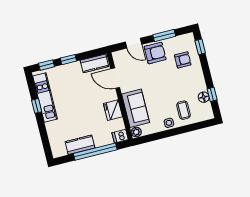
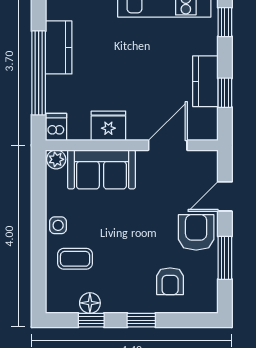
window: (200, 47) -> (141, 320), moved
armchair: (155, 53) -> (196, 232), turned 180
window: (68, 60) -> (225, 93), moved
kitchen counter: (94, 63) -> (205, 81), moved

